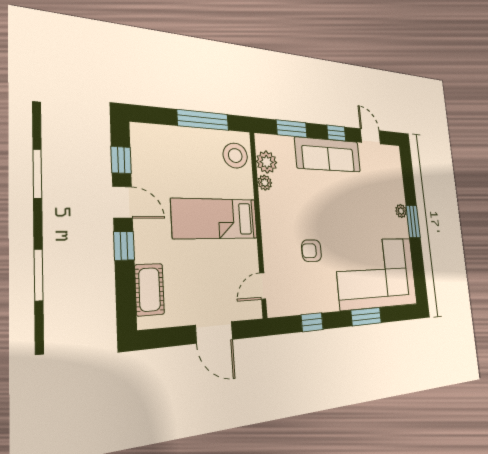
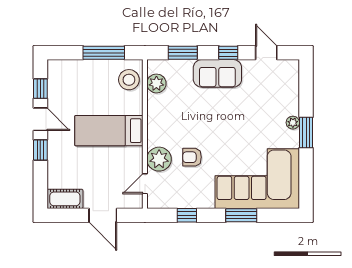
sofa: (328, 155) -> (217, 73), width x0.73
plant: (265, 183) -> (159, 159), moved, width x1.87, depth x1.87
cot: (149, 290) -> (65, 199), moved, turned 90

